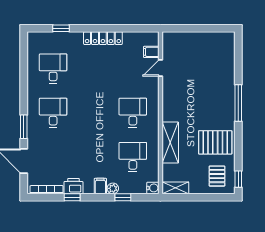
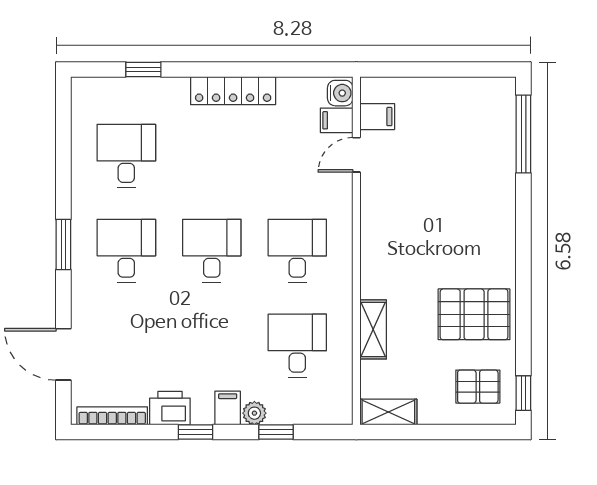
filing cabinet: (170, 50) -> (377, 117), added
window: (238, 103) -> (523, 134), moved
desk: (93, 113) -> (212, 251), added
window: (24, 127) -> (63, 244), moved
shelving: (170, 143) -> (373, 329), width x0.67, depth x0.75
pallet: (217, 176) -> (478, 387), turned 90
water cooler: (153, 188) -> (340, 93), moved
window: (72, 197) -> (195, 432), moved

